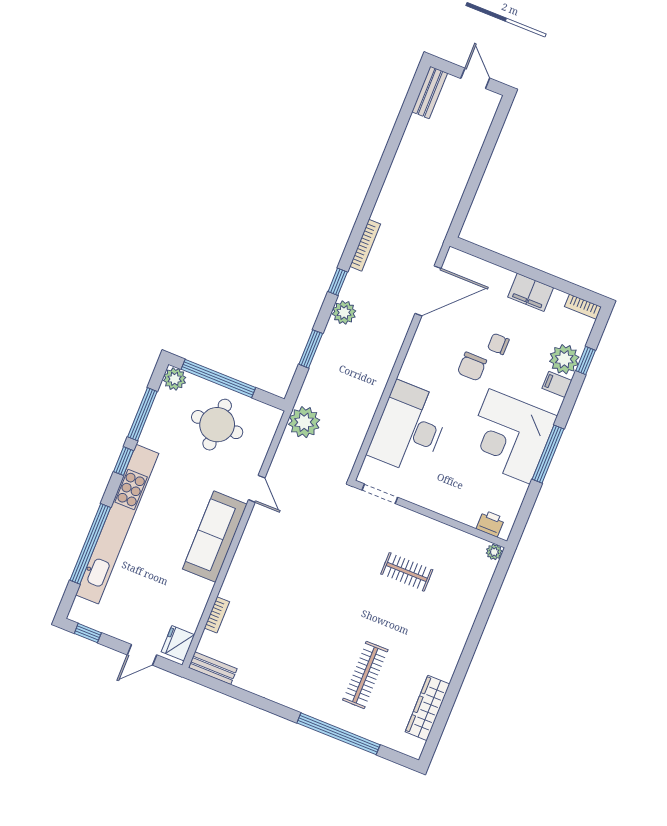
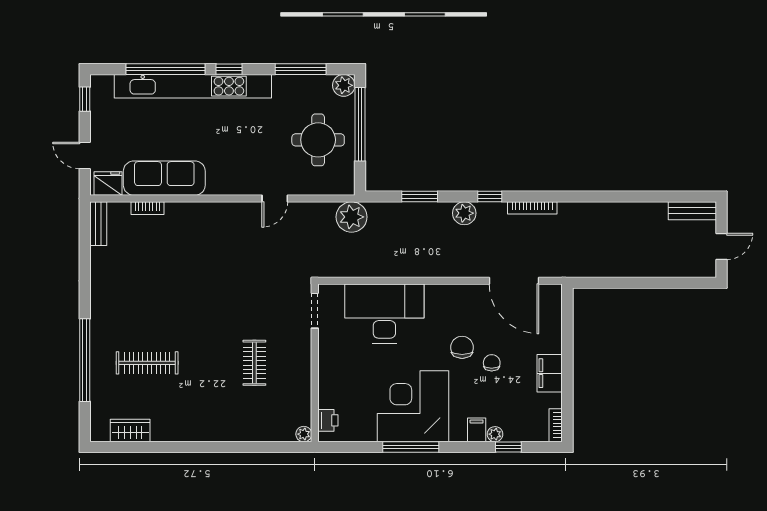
plant: (564, 359) -> (495, 434), width x0.53, depth x0.53
chair: (472, 366) -> (462, 347), turned 90
window: (124, 461) -> (229, 69), moved
sofa: (215, 537) -> (164, 178), moved
wardrobe: (427, 708) -> (130, 430), width x0.67

